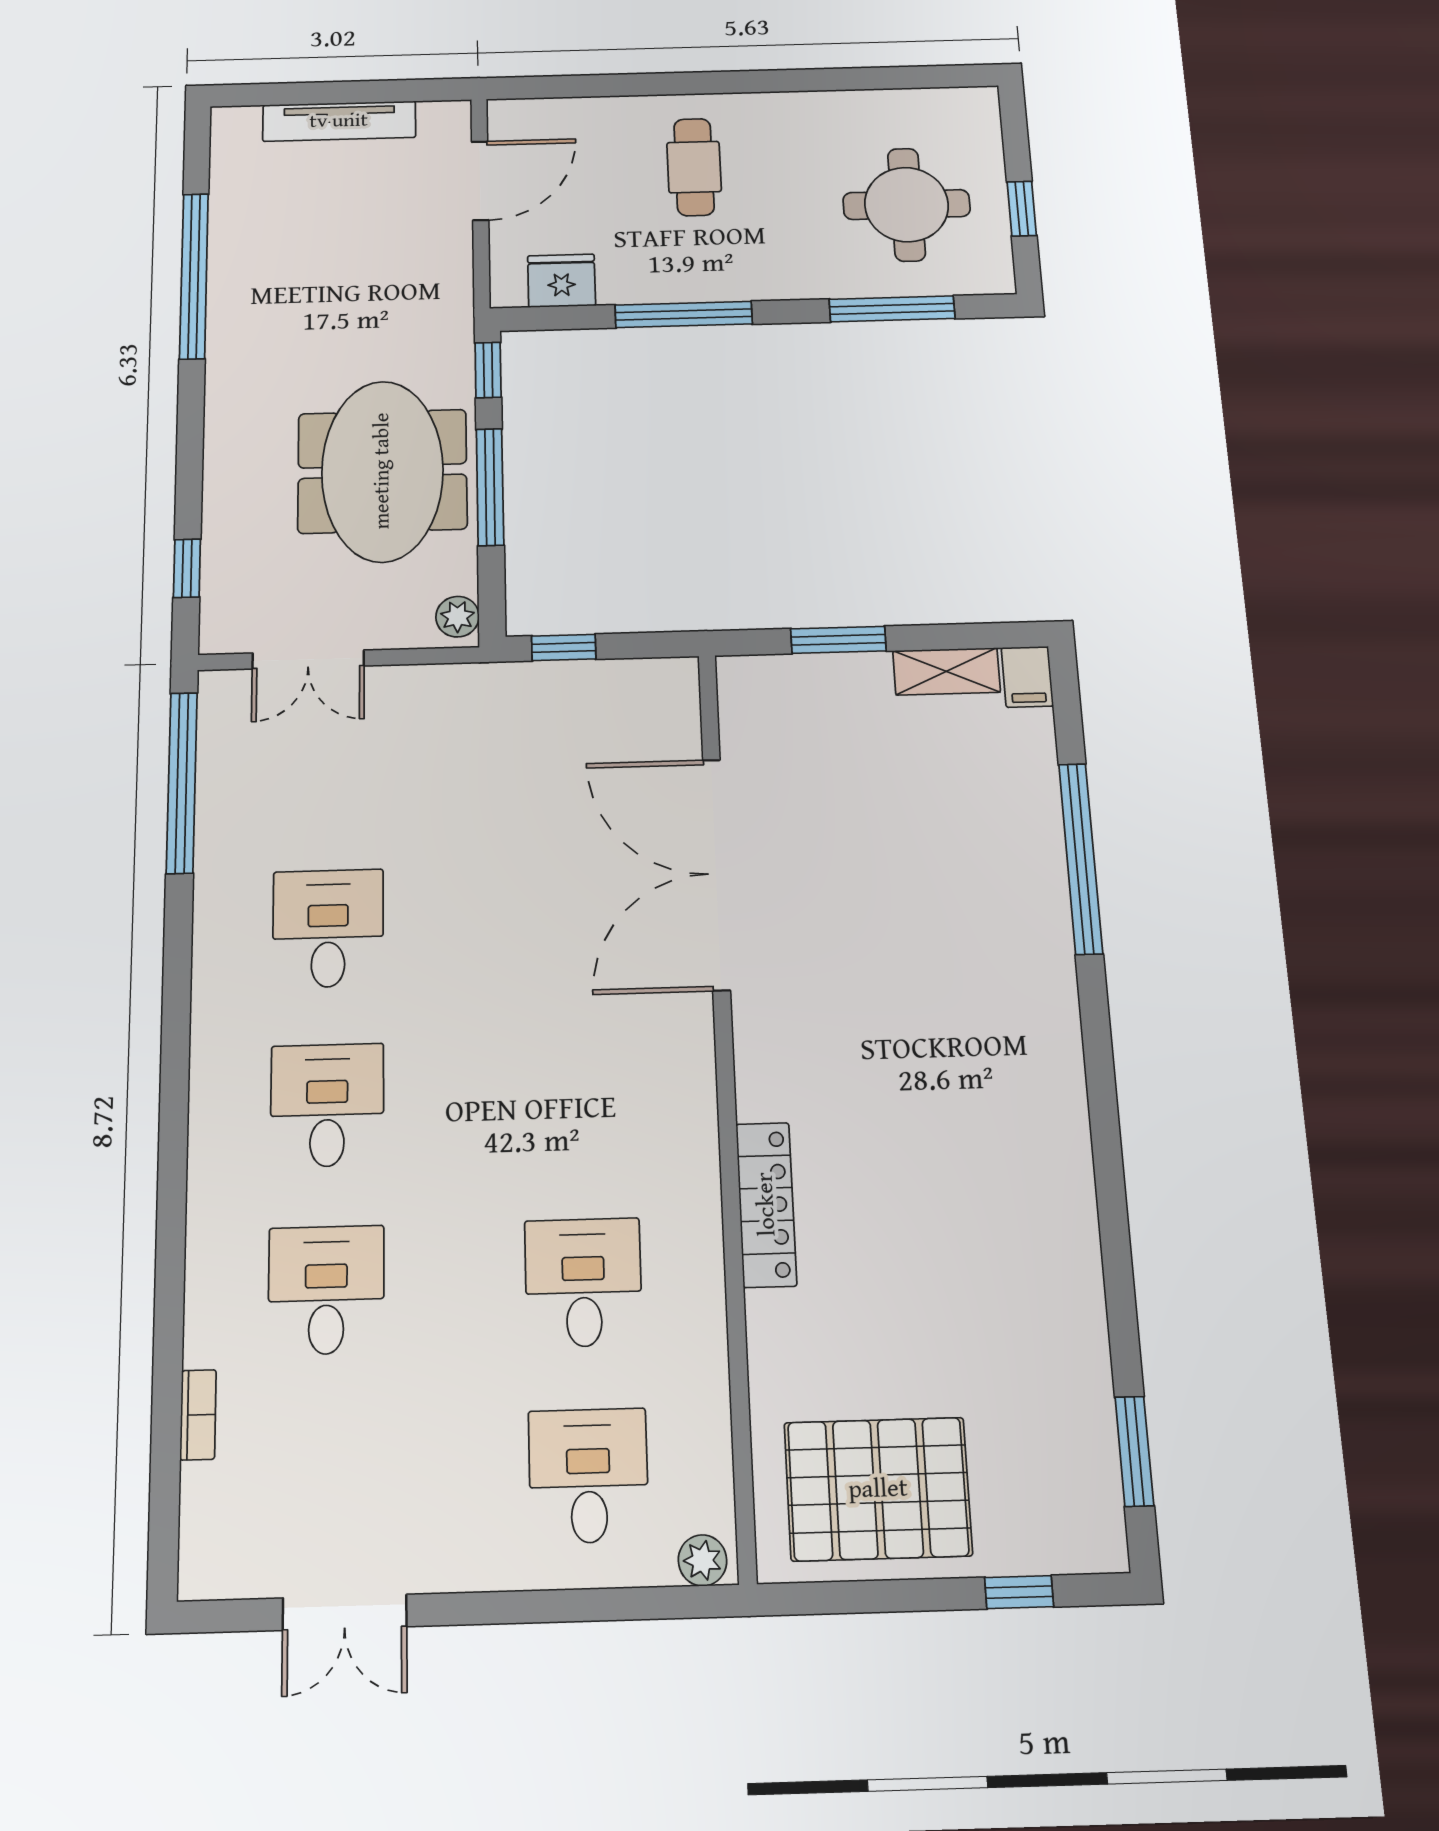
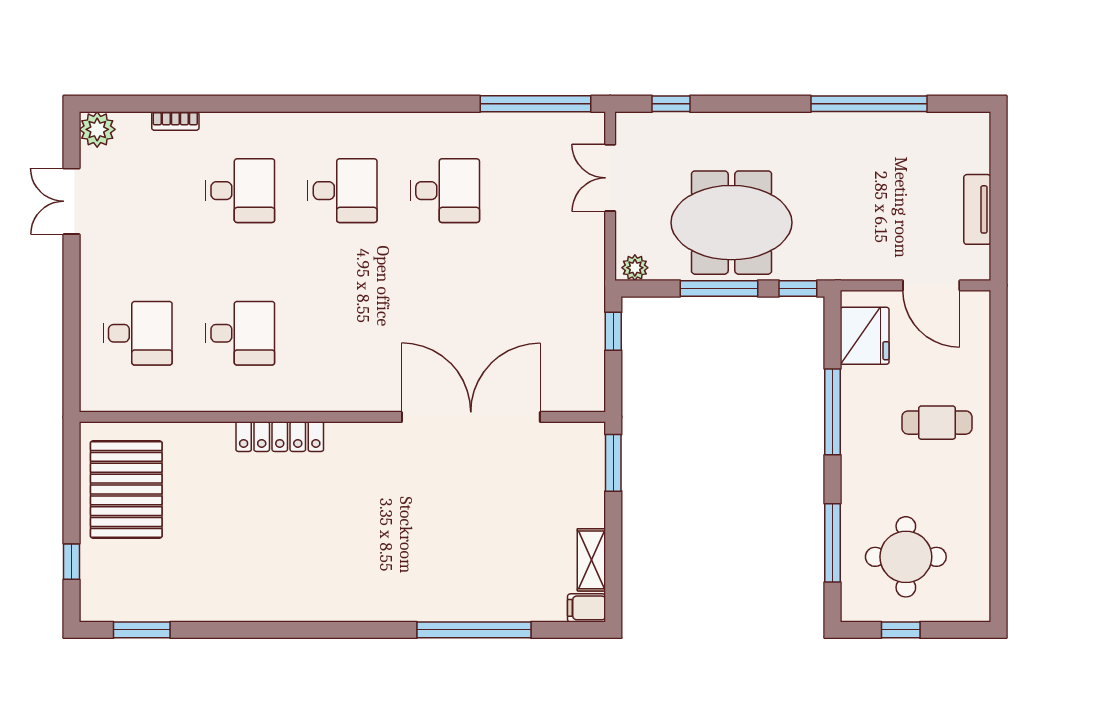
tv unit: (339, 121) -> (977, 209), width x0.71
fridge: (562, 281) -> (865, 336), width x1.36, depth x1.34
window: (838, 640) -> (613, 463), moved
plant: (703, 1560) -> (97, 129), moved, width x1.38, depth x1.38

